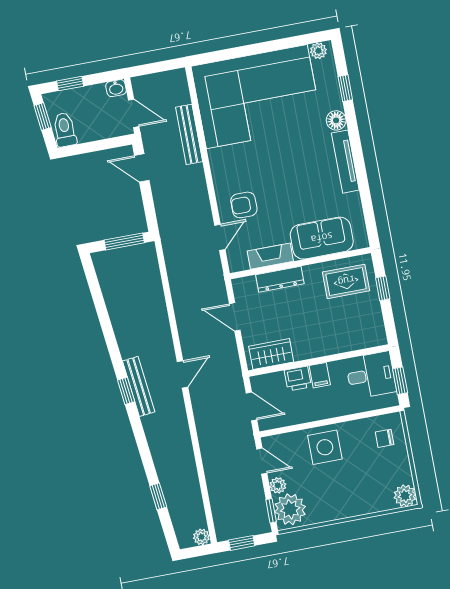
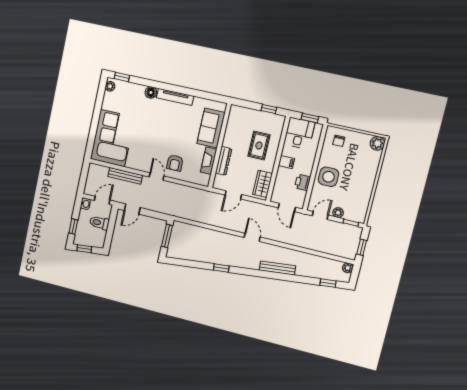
window: (345, 88) -> (122, 77), moved
corner sofa: (257, 97) -> (112, 138), width x0.73, depth x0.74
toilet: (65, 130) -> (99, 223), moved
door: (220, 237) -> (157, 177), moved
rug: (346, 281) -> (259, 146), moved
window: (383, 288) -> (269, 109), moved
printer: (298, 379) -> (303, 182), moved, turned 180
bench: (139, 386) -> (277, 268), moved
window: (126, 391) -> (221, 268), moved
door: (251, 406) -> (287, 208), swing flipped
window: (158, 496) -> (328, 283), moved
plant: (290, 509) -> (355, 212), removed

